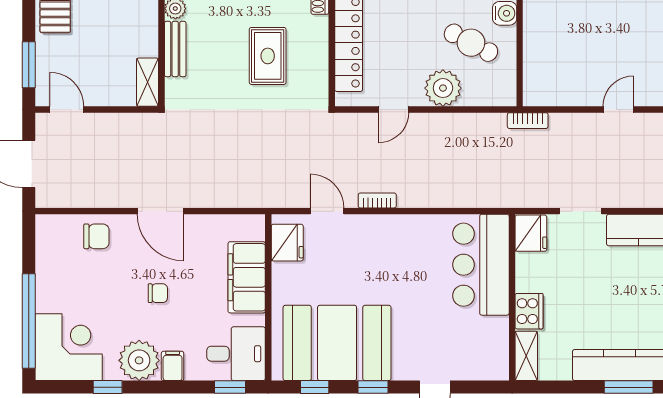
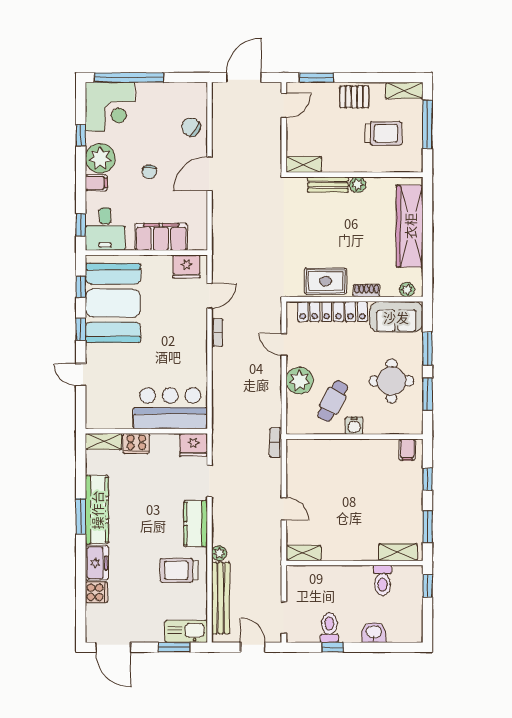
rug: (268, 56) -> (326, 281), moved
chair: (96, 236) -> (191, 127), turned 123

